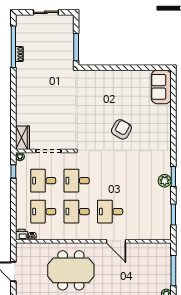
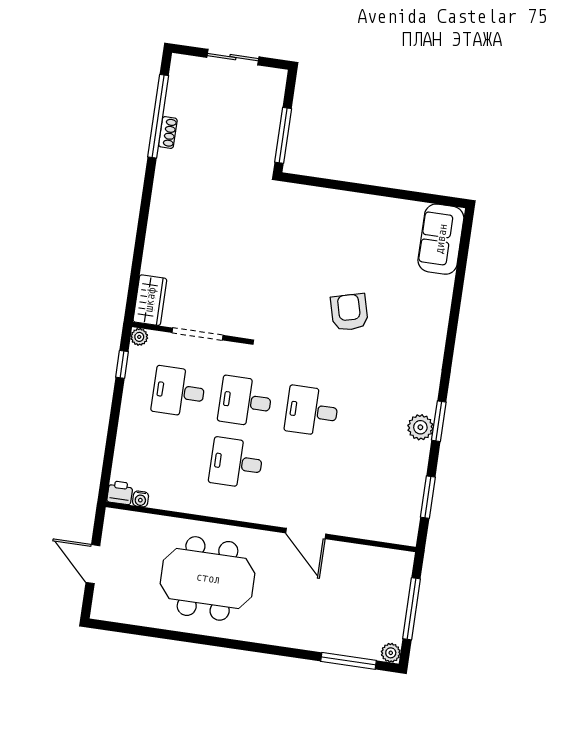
armchair: (121, 129) -> (349, 312), turned -44
desk: (43, 212) -> (170, 453), removed
desk: (110, 212) -> (312, 411), moved

